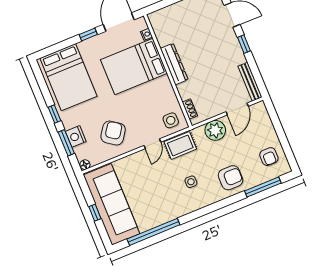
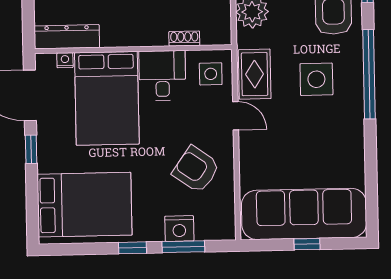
dresser: (174, 64) -> (67, 37), moved
desk: (159, 93) -> (162, 76), added
shoe rack: (190, 109) -> (184, 38), moved
floor lamp: (85, 165) -> (228, 231), removed
side table: (191, 182) -> (316, 79), width x1.87, depth x1.87
window: (153, 232) -> (369, 74), moved

